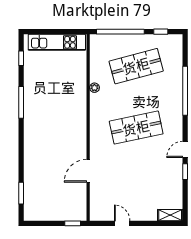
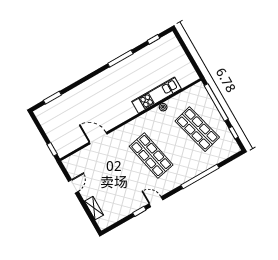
kitchen unit: (57, 42) -> (156, 95), moved, turned 90
shelving: (170, 215) -> (94, 208), moved

